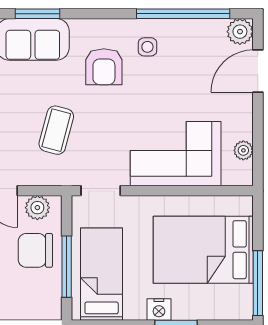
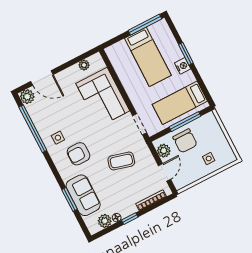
armchair: (104, 67) -> (79, 154), turned 180
bed: (203, 250) -> (148, 57), width x0.67

